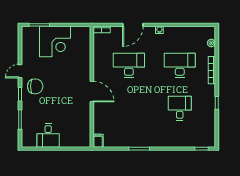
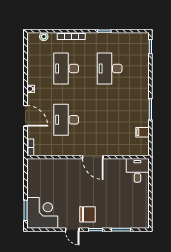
corner desk: (55, 41) -> (42, 213), moved
chair: (35, 86) -> (88, 214), turned 90
door: (92, 92) -> (93, 157), swing flipped
desk: (180, 108) -> (110, 68), width x1.37
desk: (48, 135) -> (137, 170), moved, turned -90
filing cabinet: (98, 141) -> (142, 132), moved

